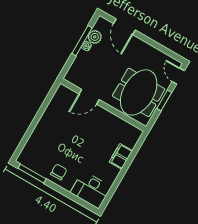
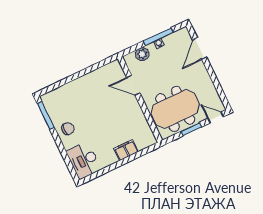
plant: (95, 37) -> (142, 54), moved
door: (178, 76) -> (216, 117), hinge flipped

